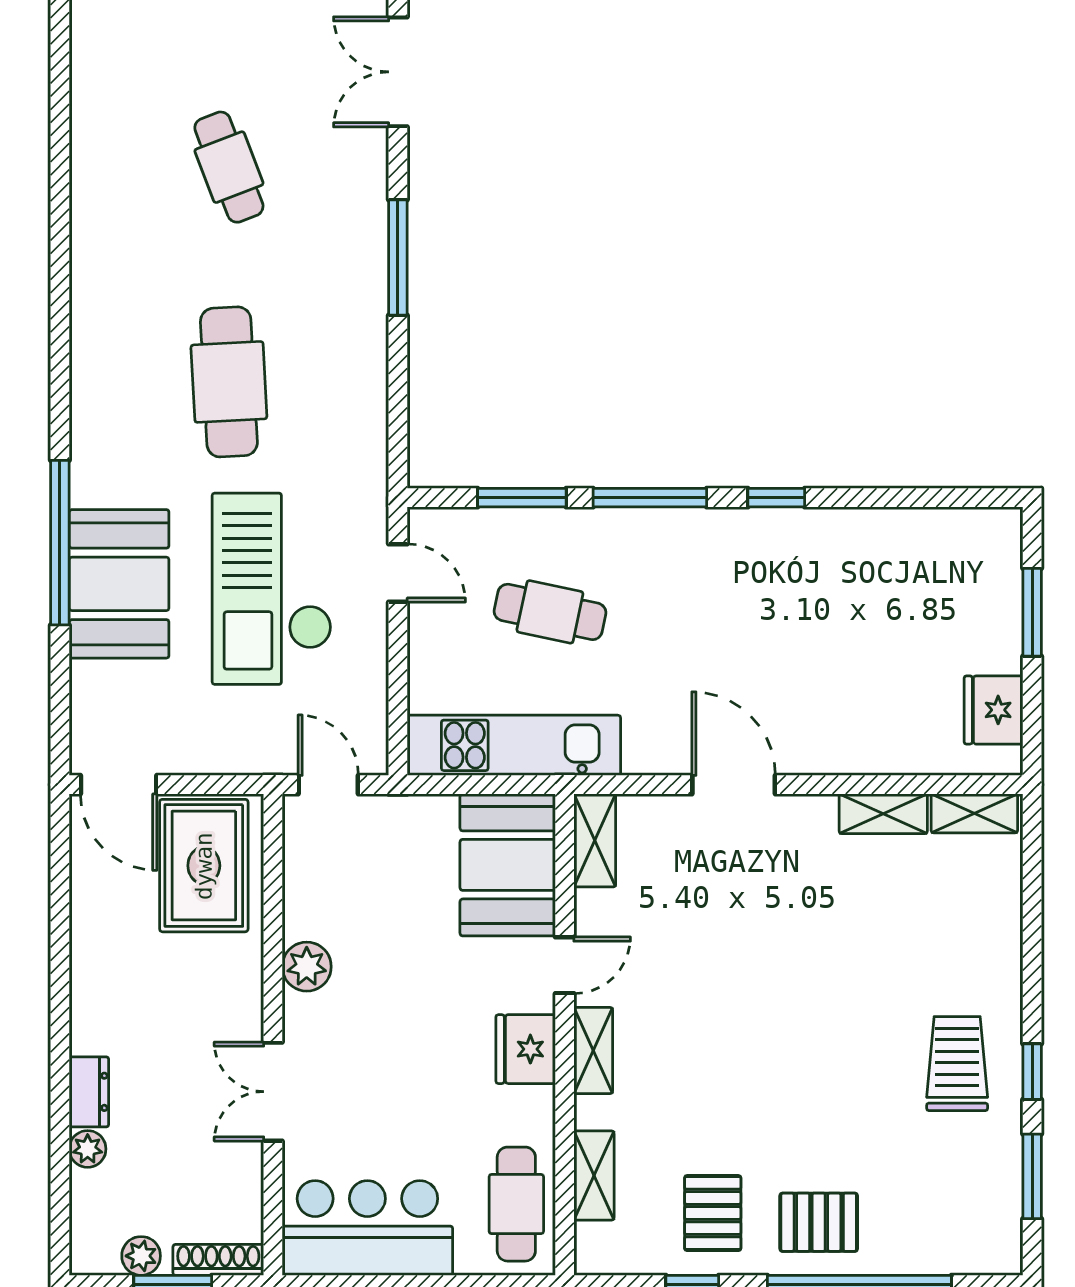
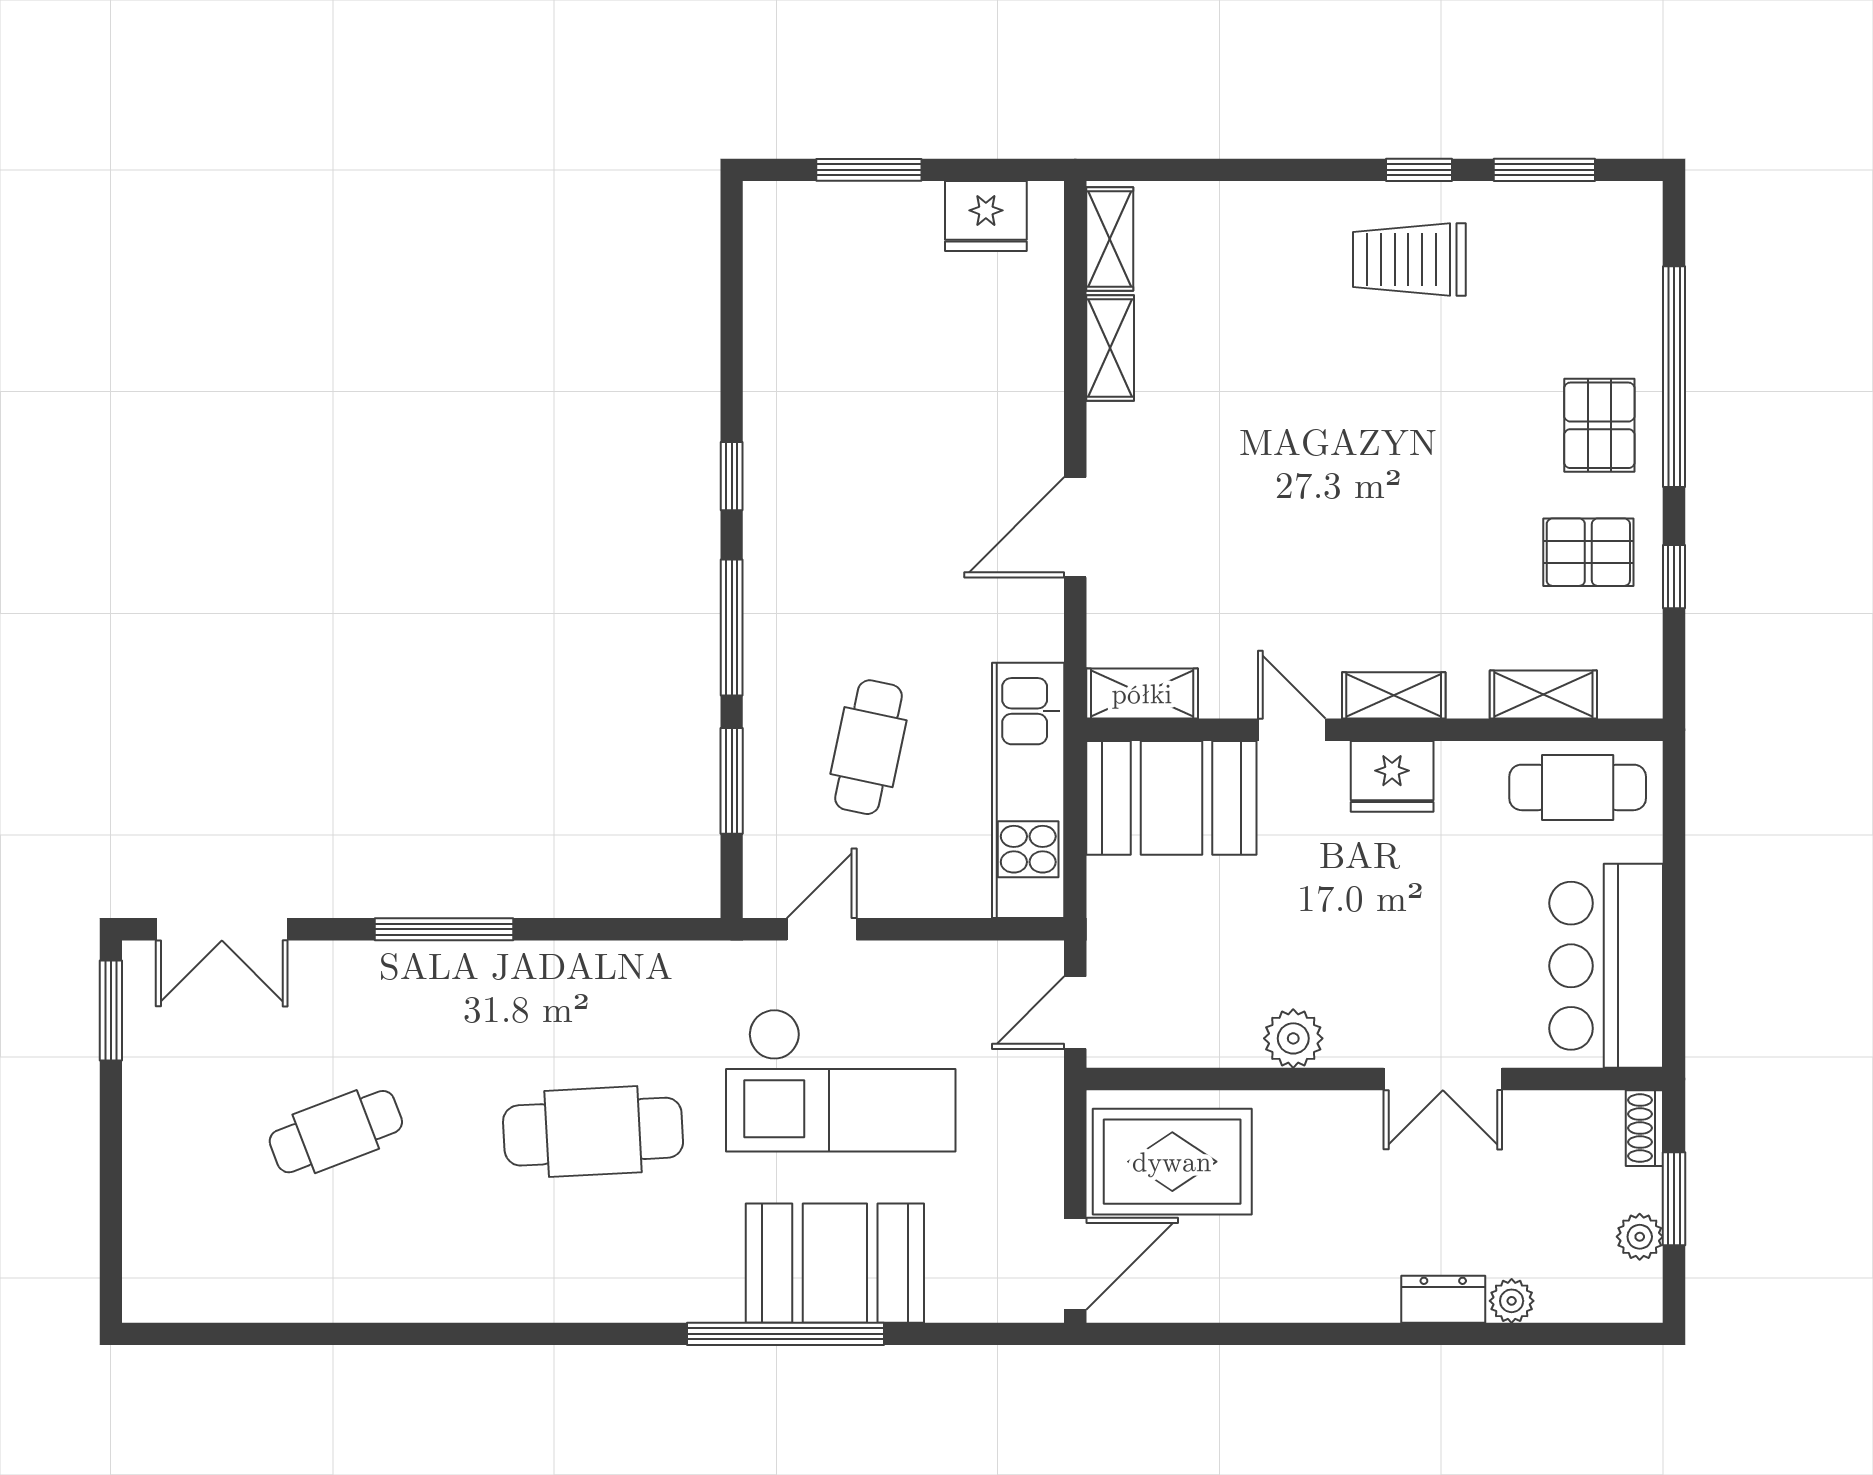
shoe rack: (218, 1260) -> (1644, 1128), width x0.70

